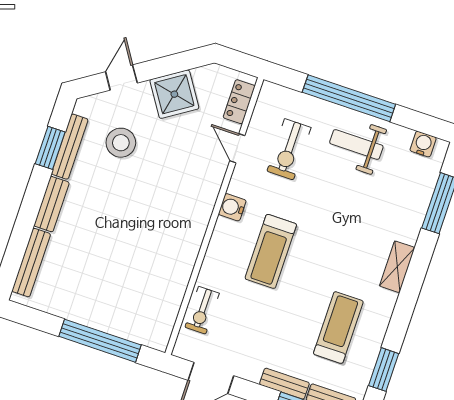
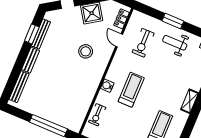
window: (349, 98) -> (173, 21), width x0.47
stool: (121, 143) -> (86, 51), moved
water cooler: (232, 207) -> (107, 86), moved
treadmill: (271, 251) -> (131, 90), turned 180

